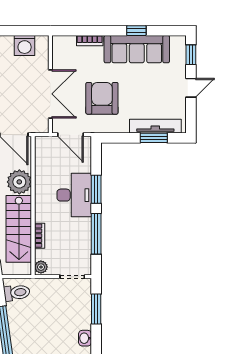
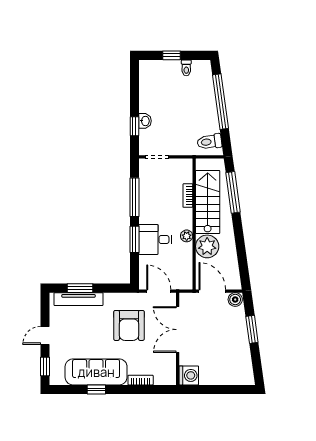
washing machine: (25, 45) -> (189, 375), moved, turned 90
desk: (74, 195) -> (155, 240), width x0.73
plant: (41, 267) -> (187, 236), moved
window: (96, 309) -> (134, 126), width x0.67
washbasin: (85, 338) -> (145, 121), moved

